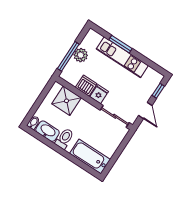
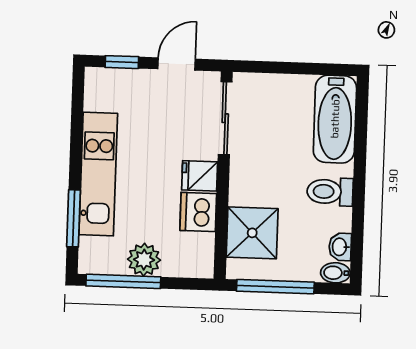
window: (120, 44) -> (74, 218), moved
window: (68, 56) -> (123, 281), moved
window: (42, 97) -> (275, 287), added
washbasin: (48, 131) -> (340, 247), width x0.52, depth x0.69

